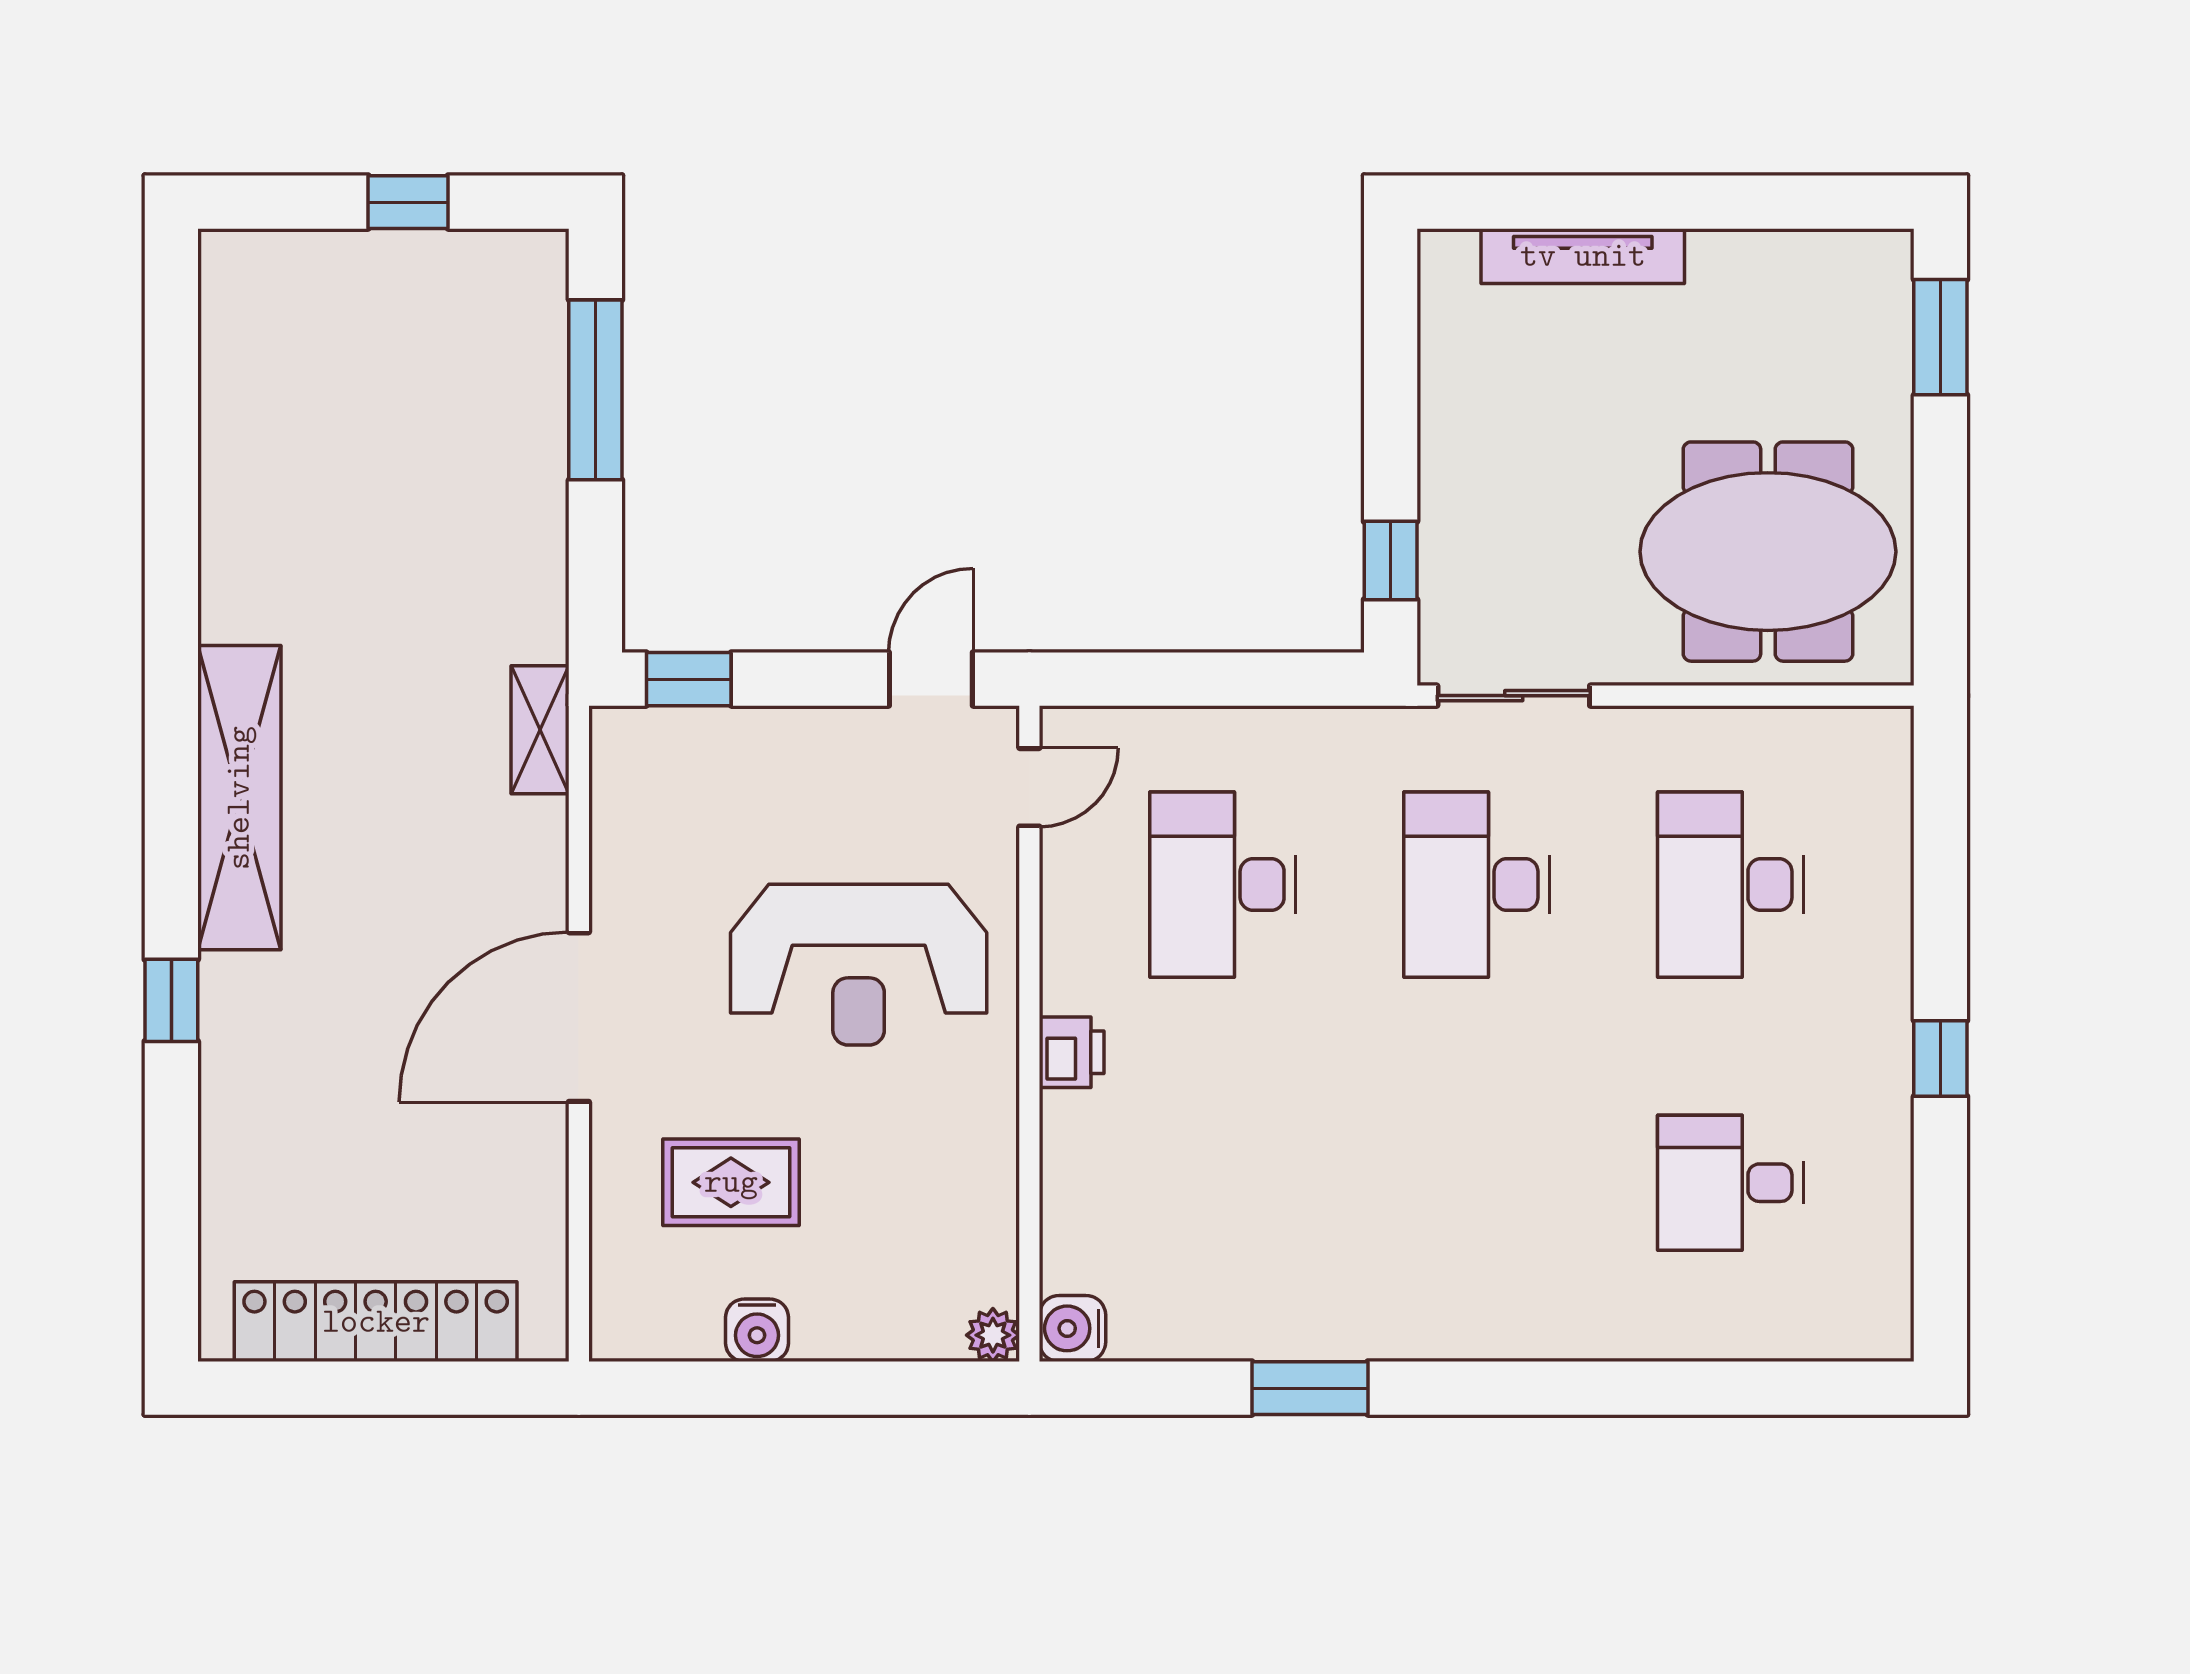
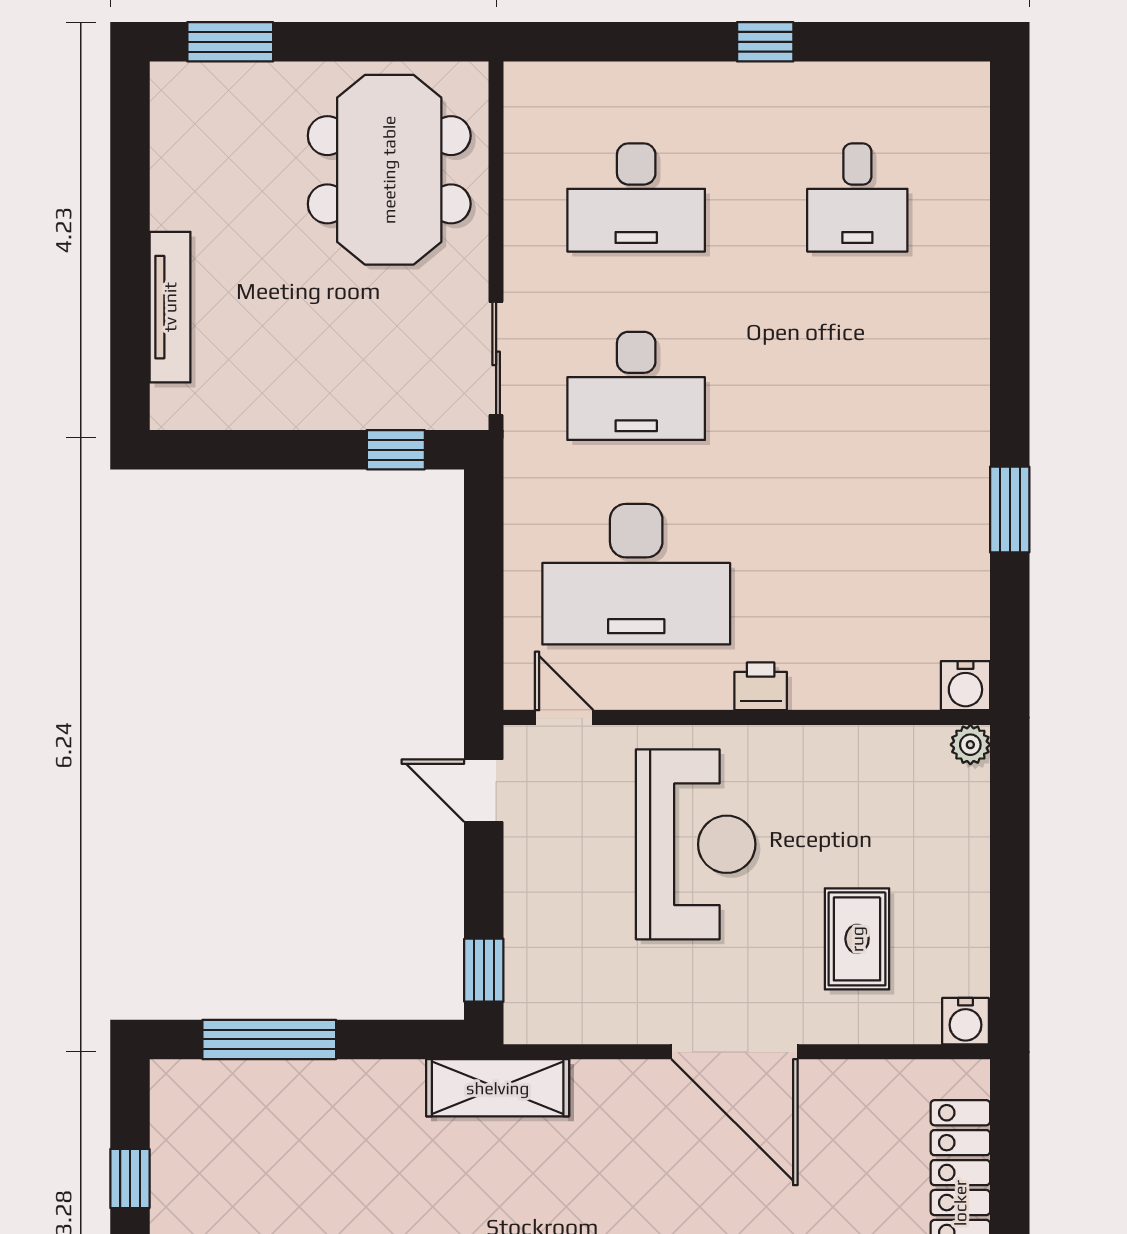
shelving: (540, 730) -> (498, 1088), width x1.50, depth x1.33
desk: (1223, 885) -> (636, 574), width x1.36, depth x1.30
water cooler: (757, 1330) -> (965, 1021), moved, turned 90

